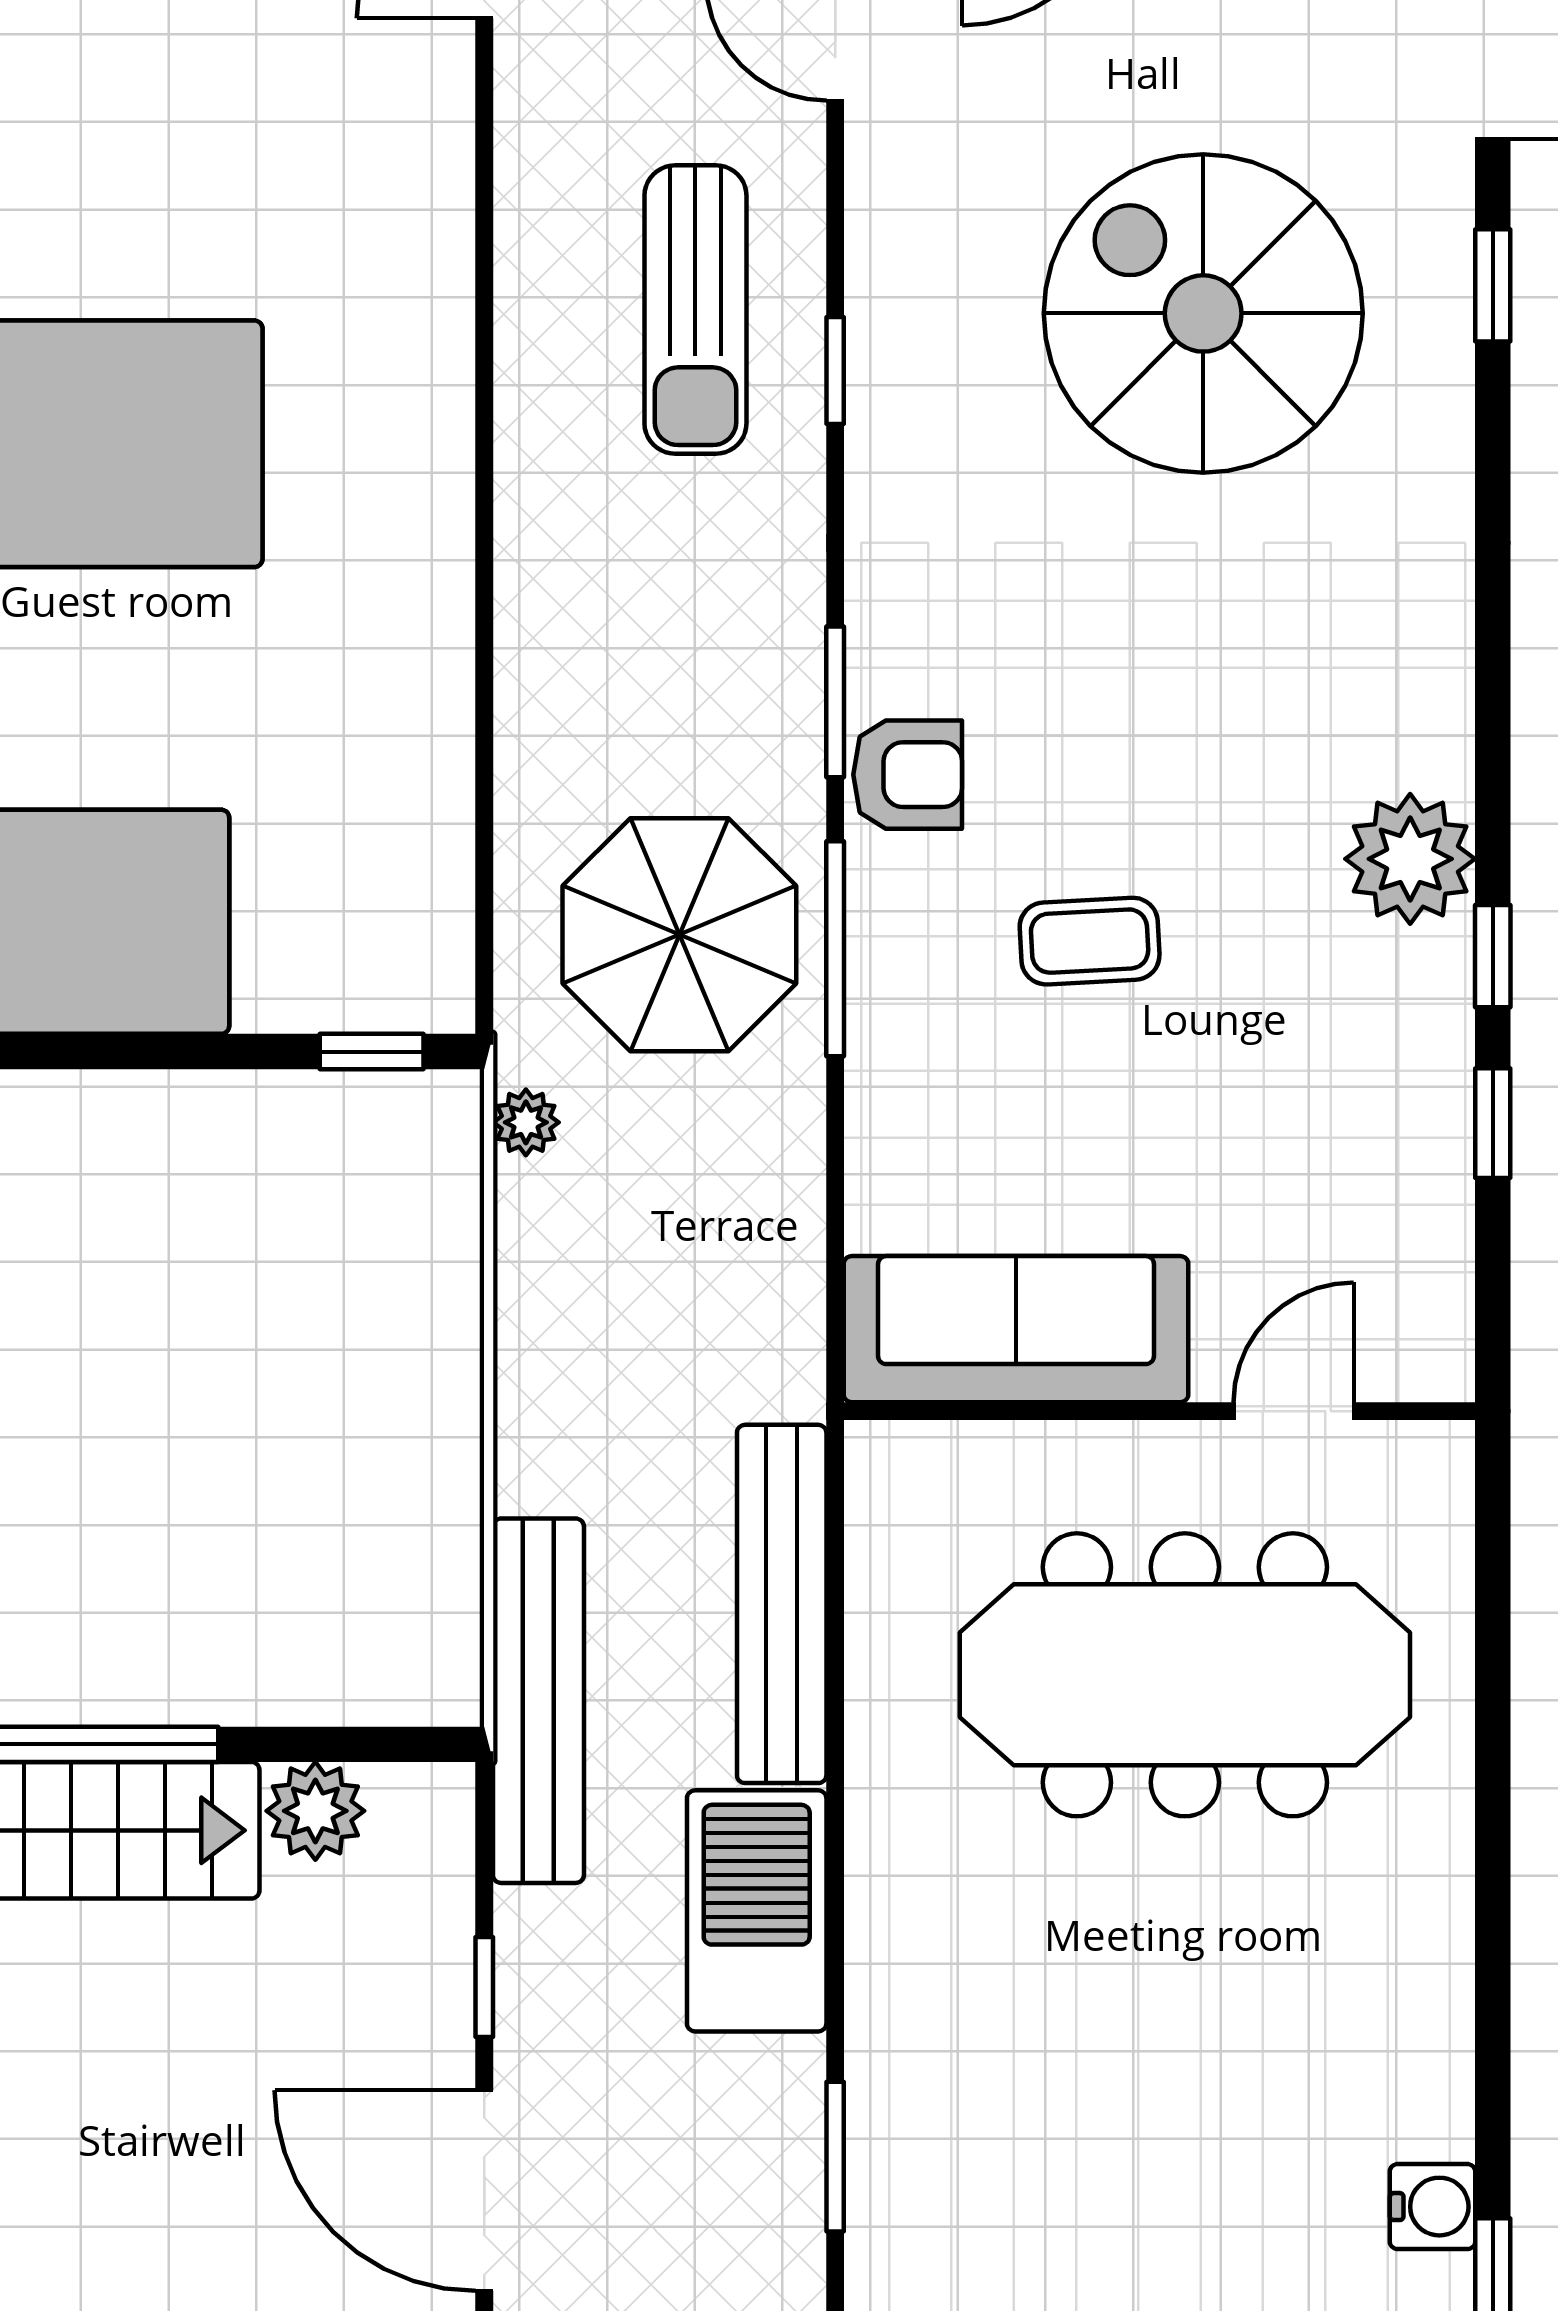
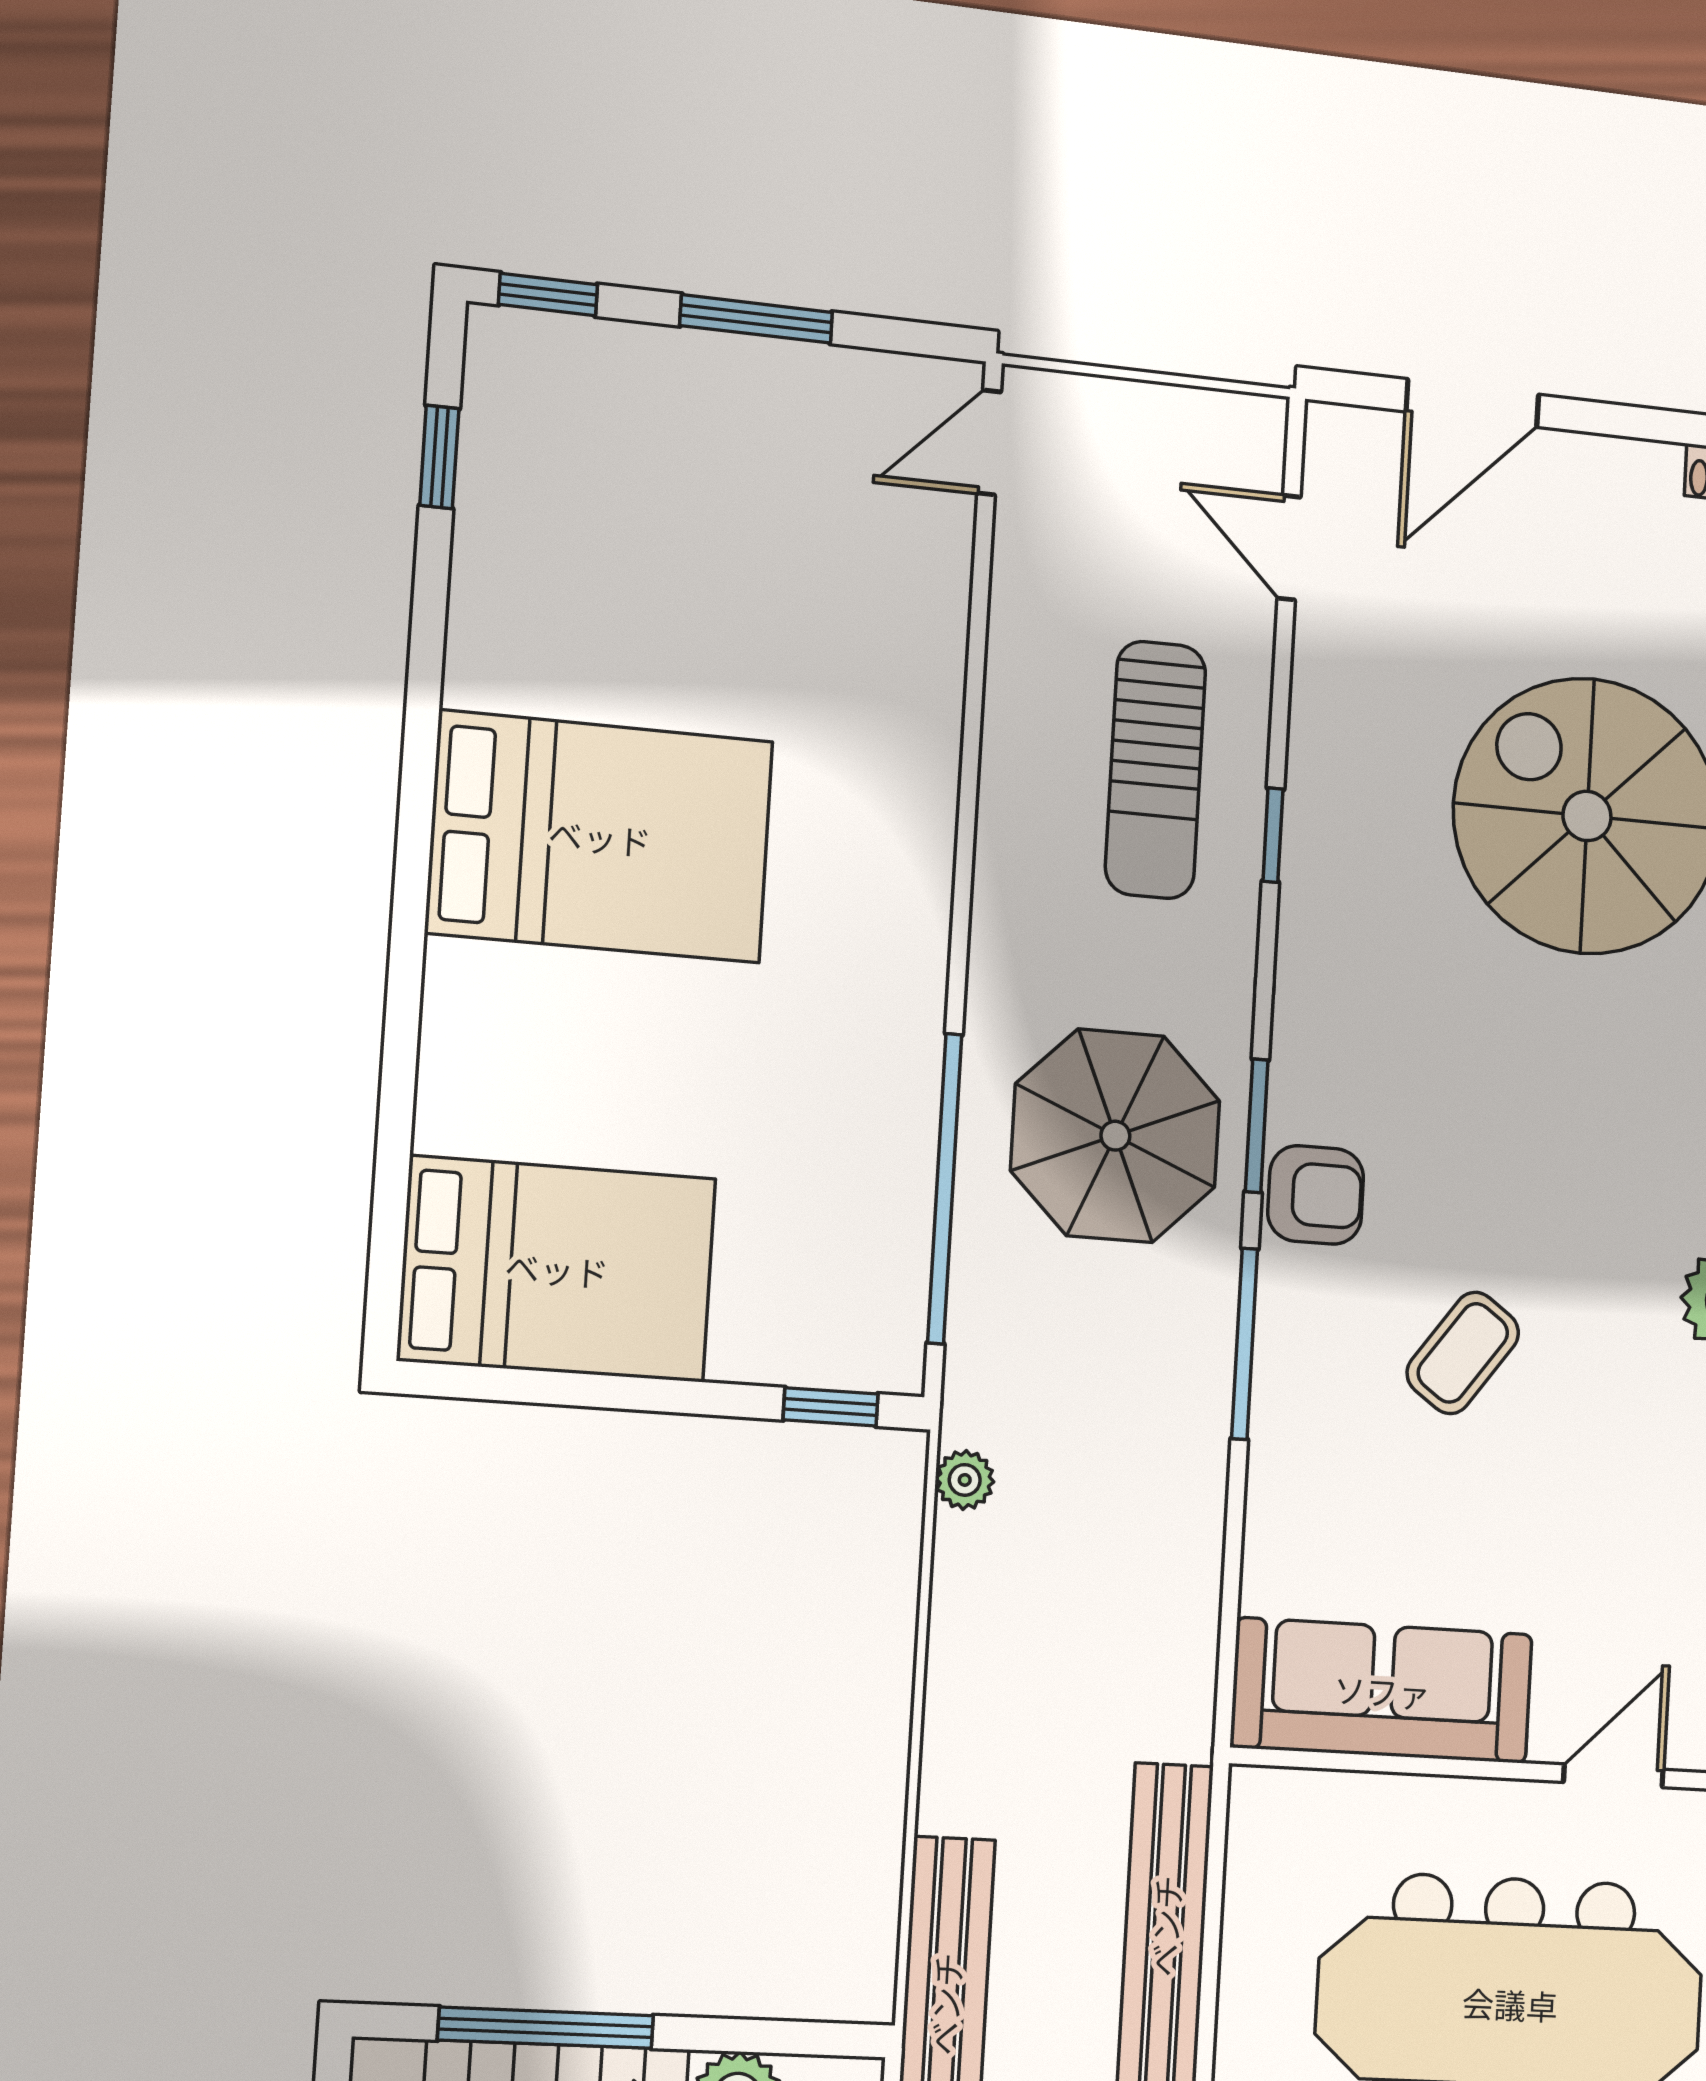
window: (484, 800) -> (945, 1189), added
parasol: (679, 935) -> (1115, 1136), moved
coffee table: (1090, 941) -> (1463, 1353), turned -51

